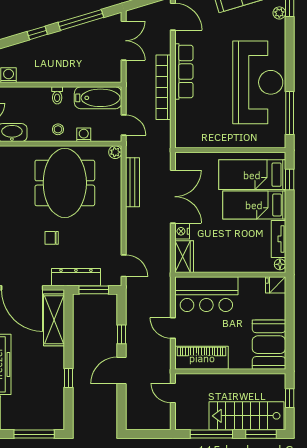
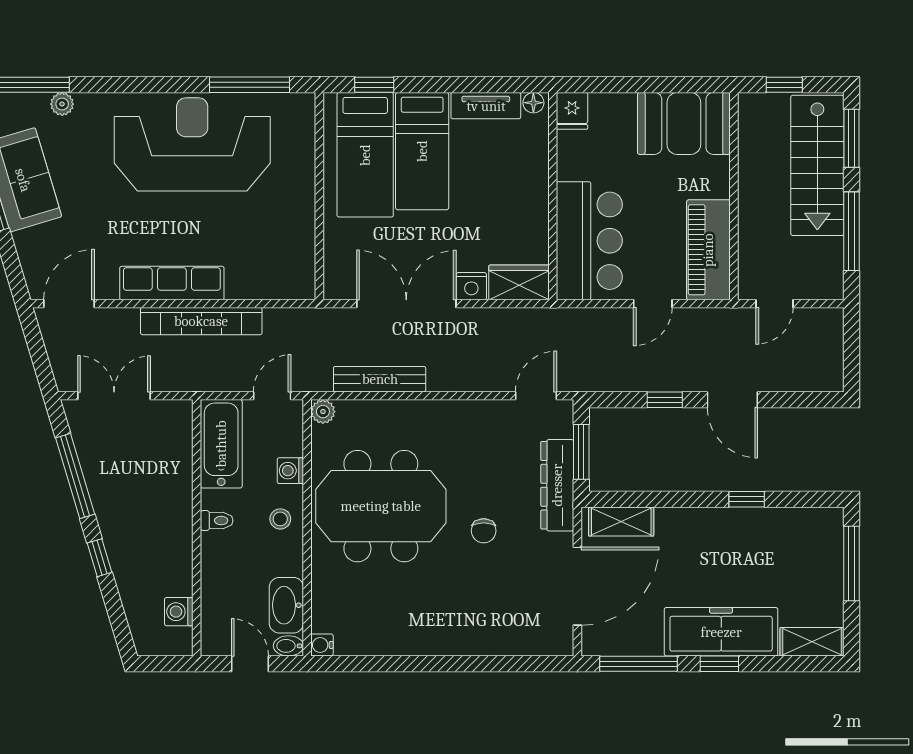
shelving: (54, 320) -> (621, 521), width x0.67, depth x0.75

